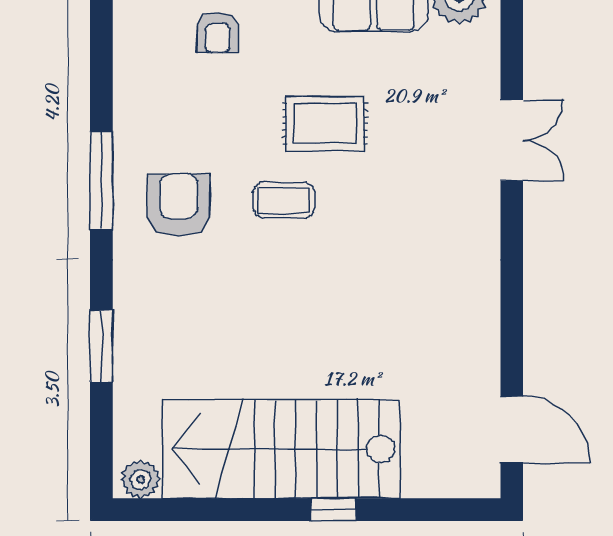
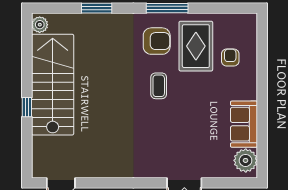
armchair: (218, 33) -> (230, 58), turned 90
rug: (325, 123) -> (196, 46), moved, width x1.36, depth x1.43

